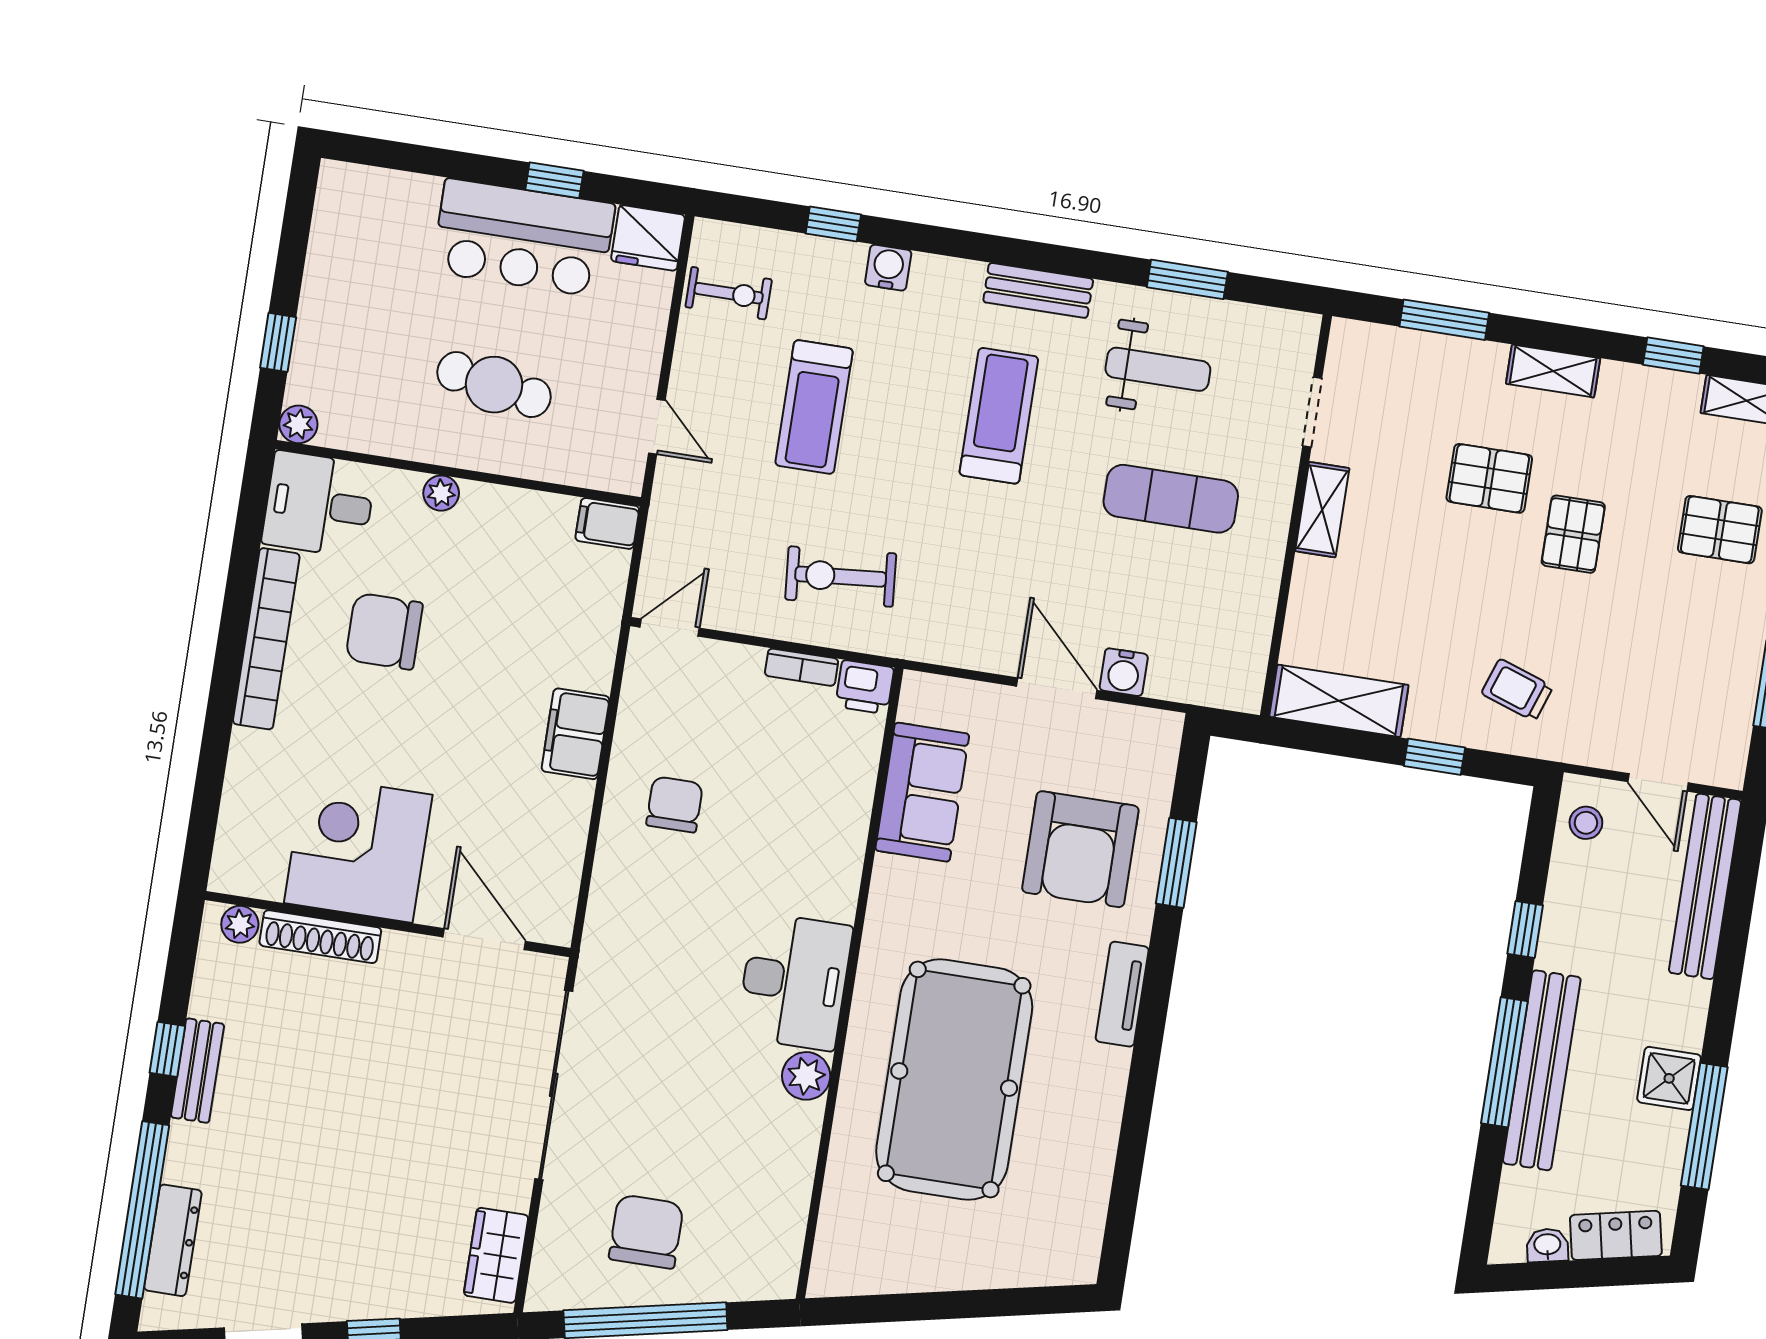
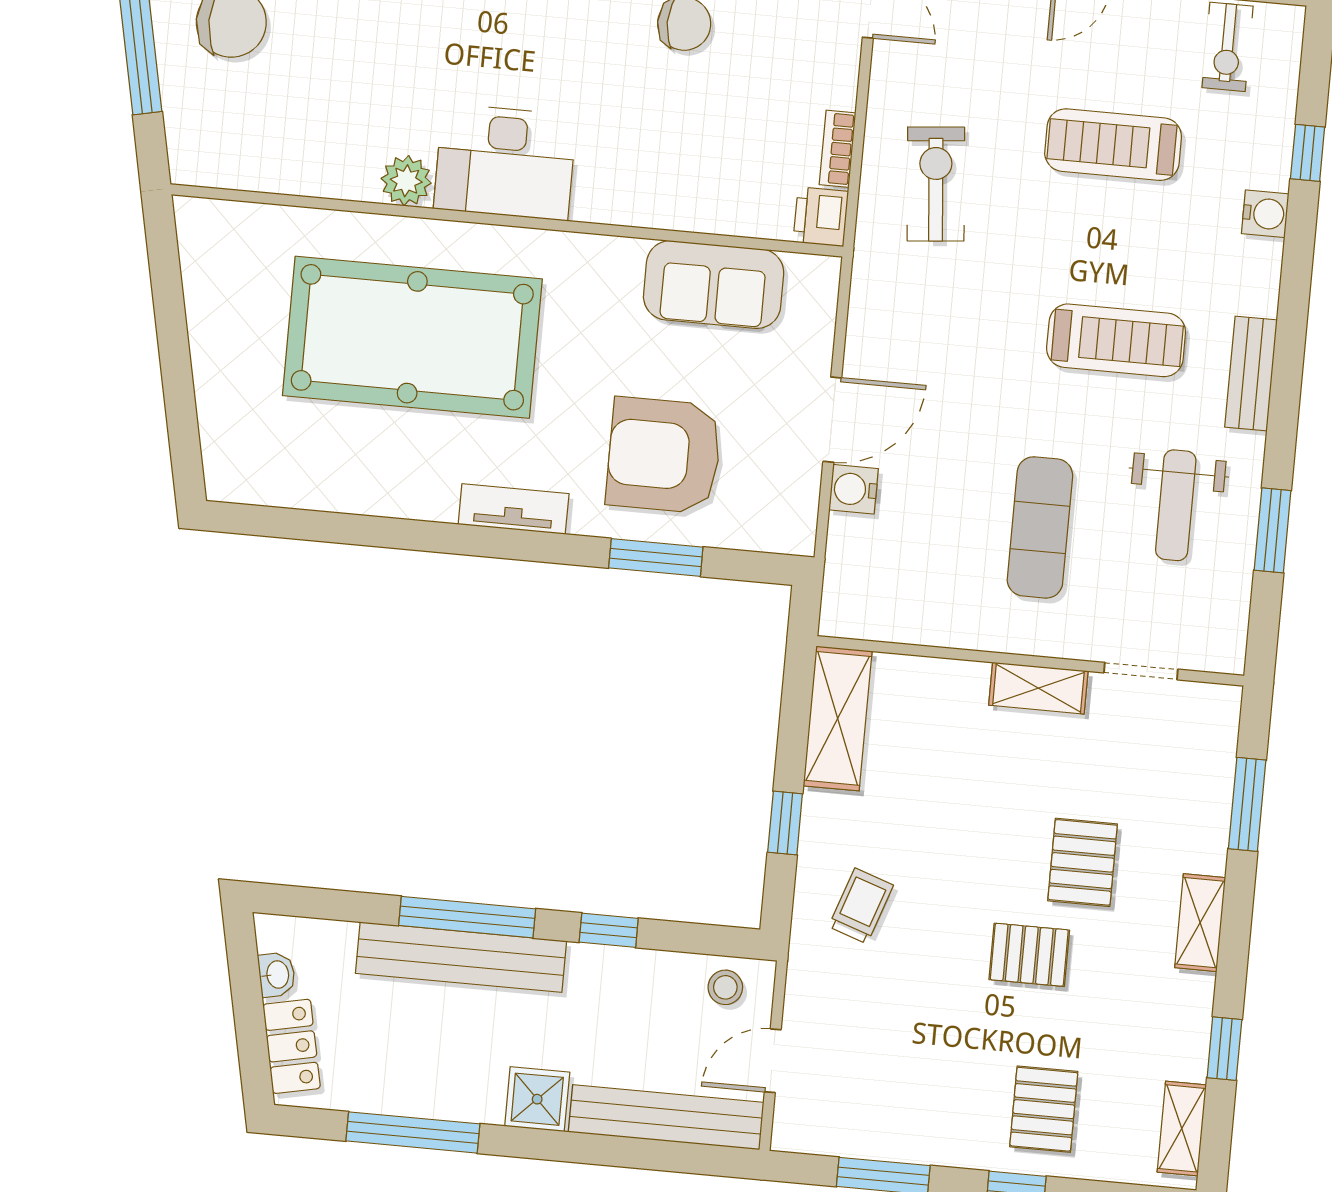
shower: (1669, 1078) -> (537, 1099), moved

